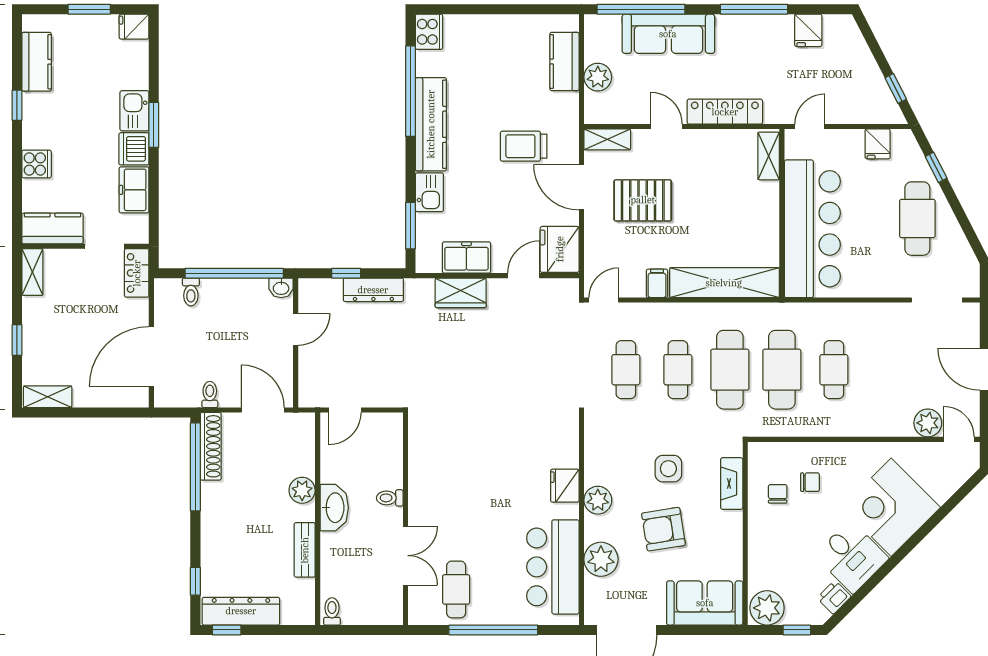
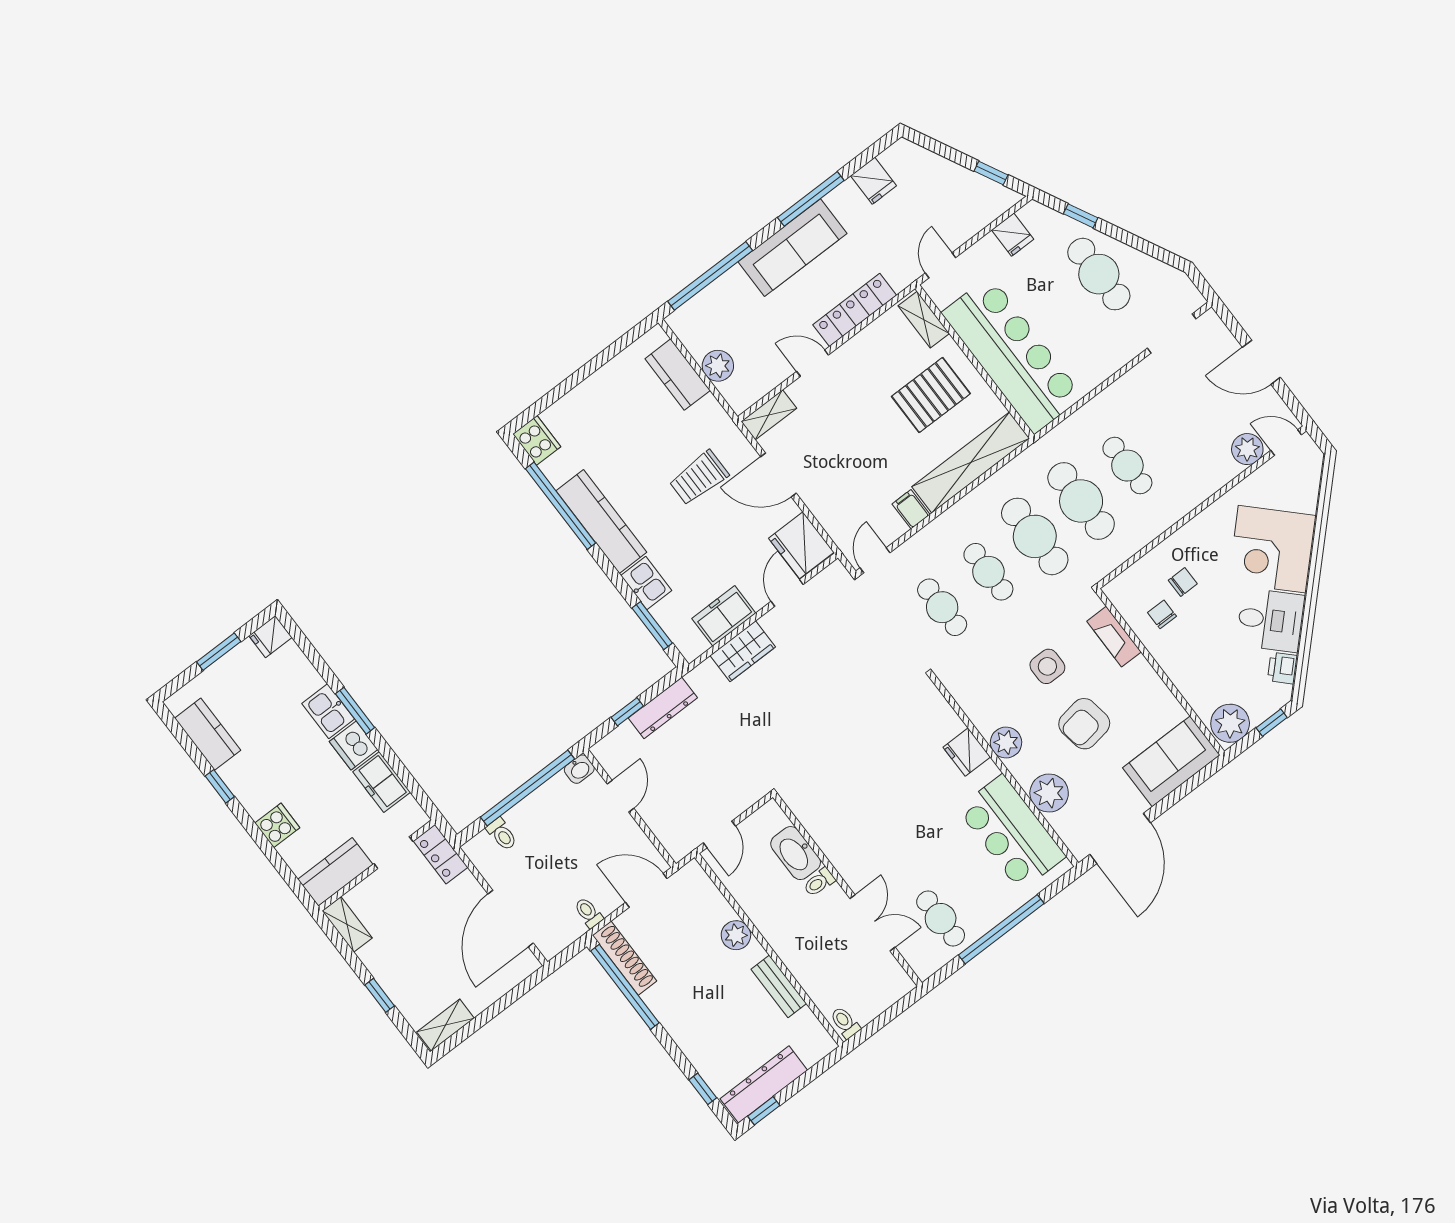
sofa: (668, 34) -> (792, 248), moved
pallet: (643, 200) -> (931, 395), moved
washbasin: (334, 508) -> (796, 853), moved, turned 180

